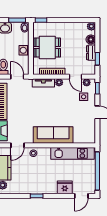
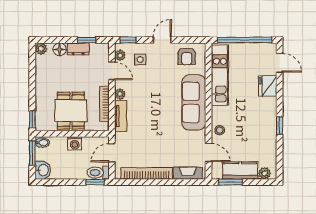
door: (75, 77) -> (112, 71), hinge flipped
armchair: (86, 130) -> (187, 56), added

